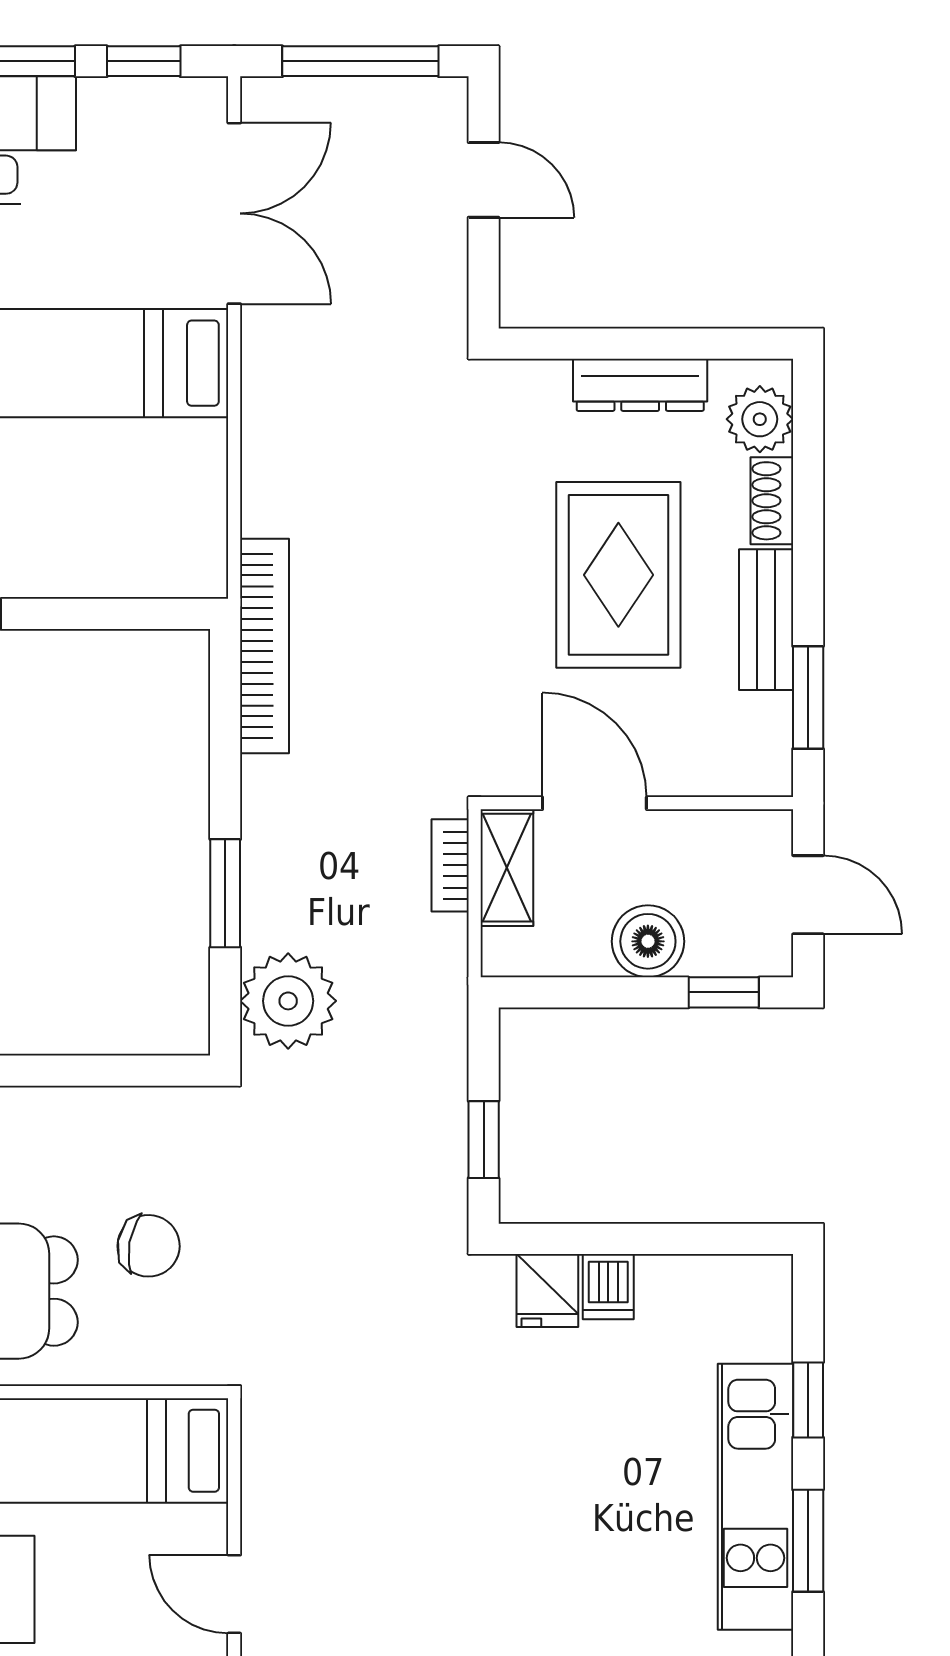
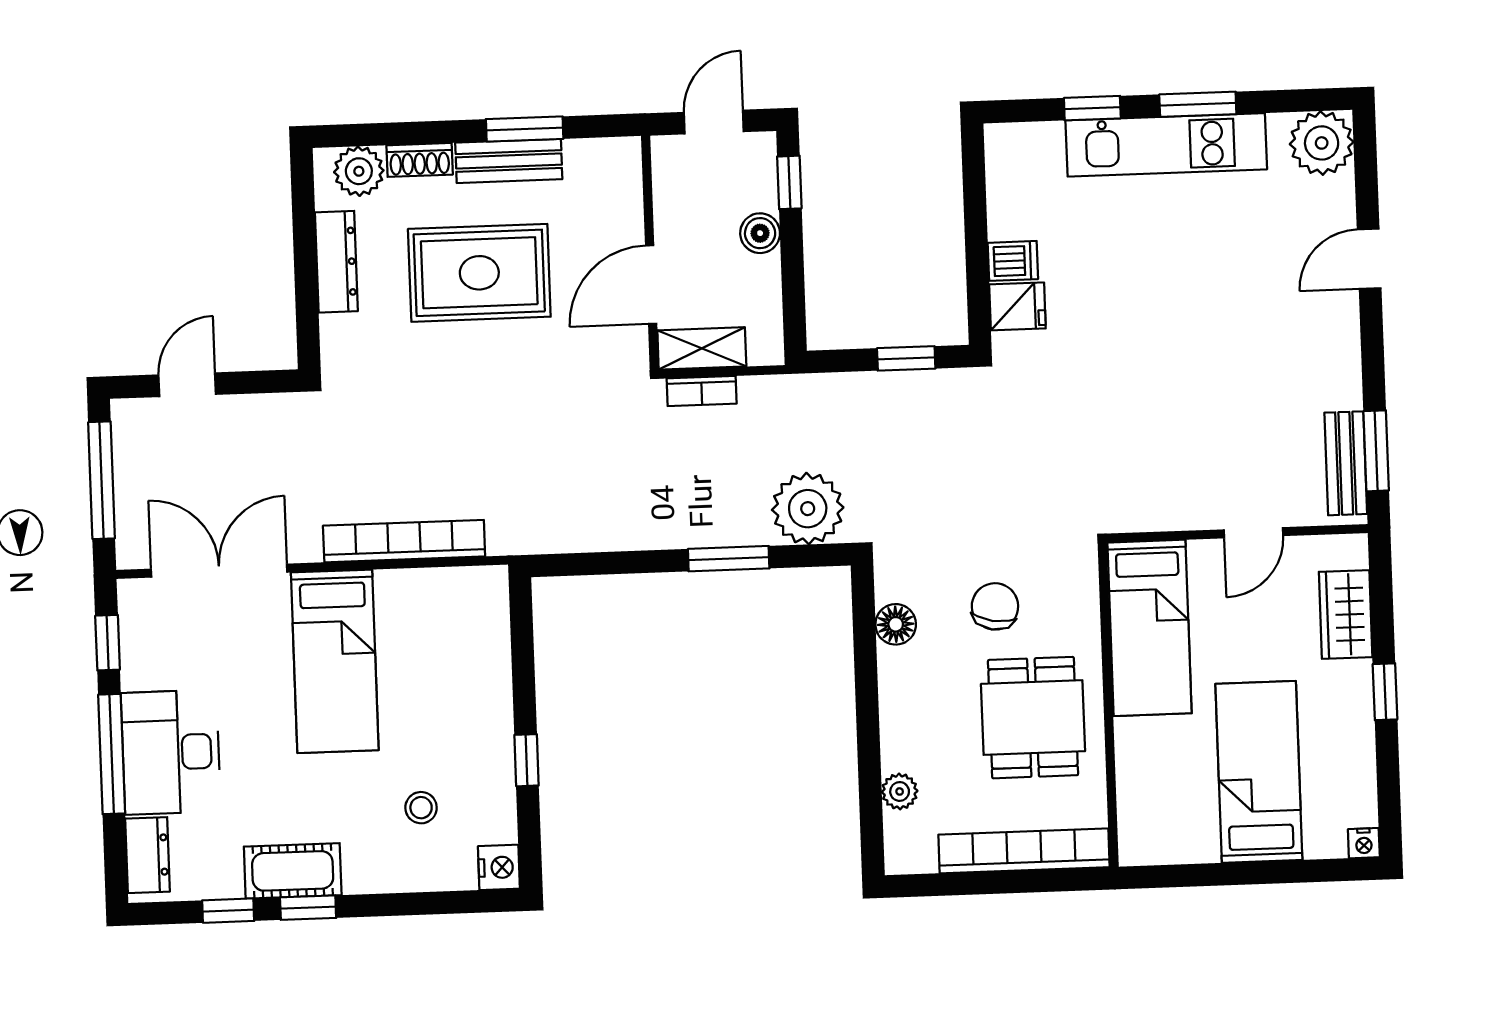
bookcase: (265, 646) -> (404, 541), moved
window: (808, 698) -> (525, 129), moved
boiler: (648, 941) -> (760, 233), width x0.73, depth x0.73
floor lamp: (130, 1113) -> (896, 624), added

